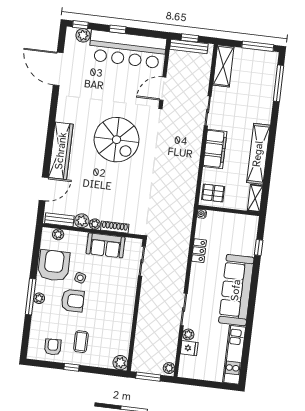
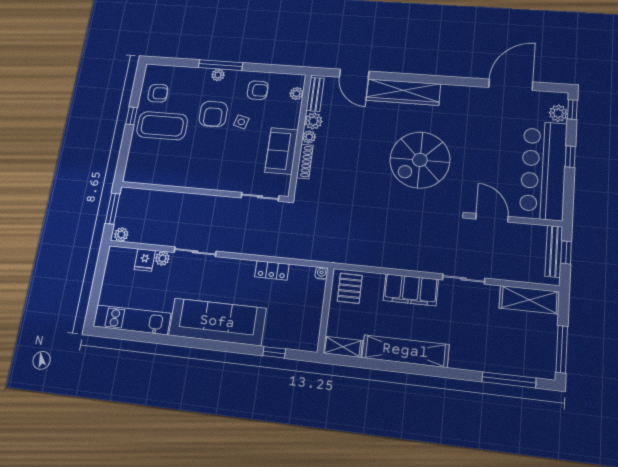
armchair: (54, 266) -> (258, 90), width x0.53, depth x0.53
coffee table: (81, 342) -> (162, 126), width x1.86, depth x1.72
plant: (120, 363) -> (133, 174), removed

